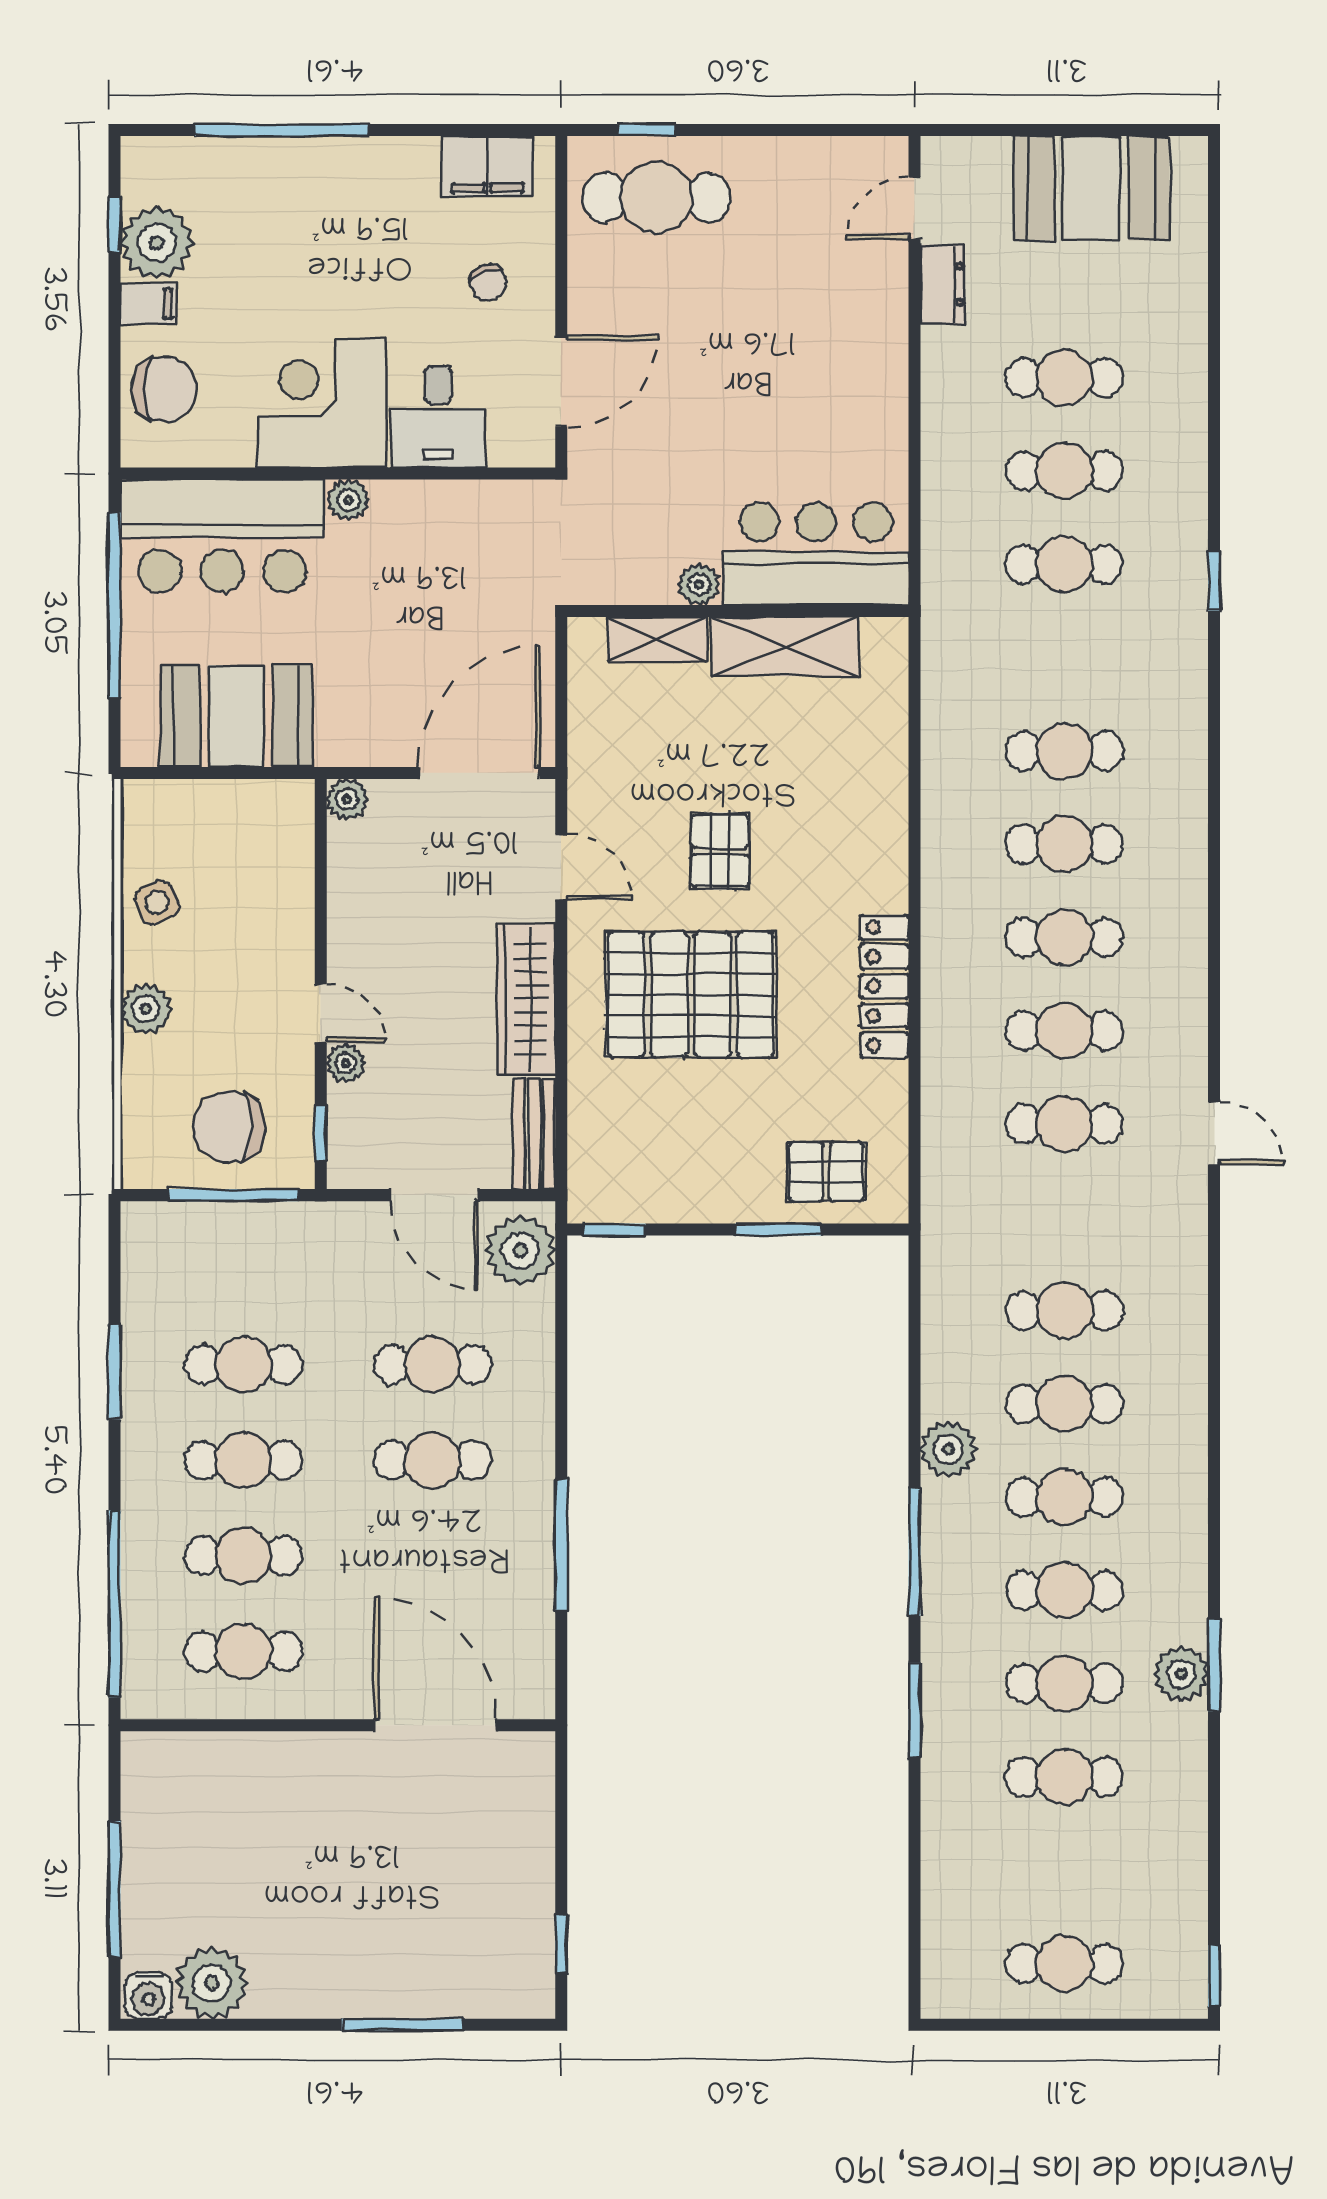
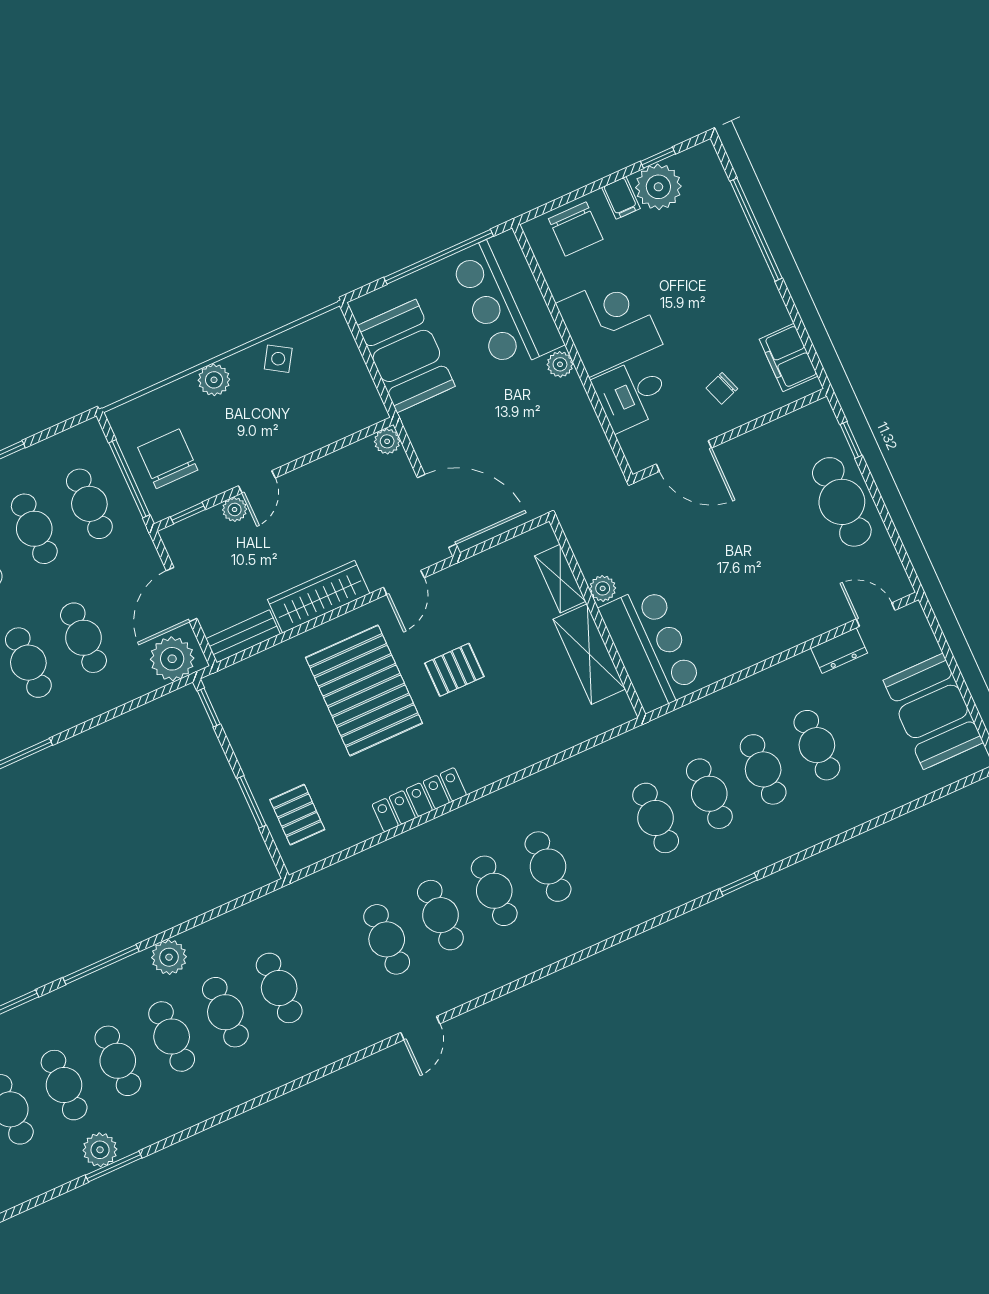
cafe table: (657, 198) -> (842, 502), moved
cafe table: (1064, 751) -> (656, 818), moved
side table: (157, 902) -> (278, 359), turned -33
cafe table: (243, 1269) -> (89, 504), added

